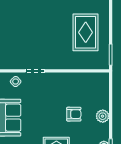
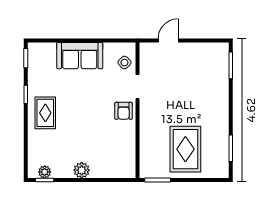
rug: (86, 32) -> (185, 149), turned 90
armchair: (74, 114) -> (124, 111), moved

